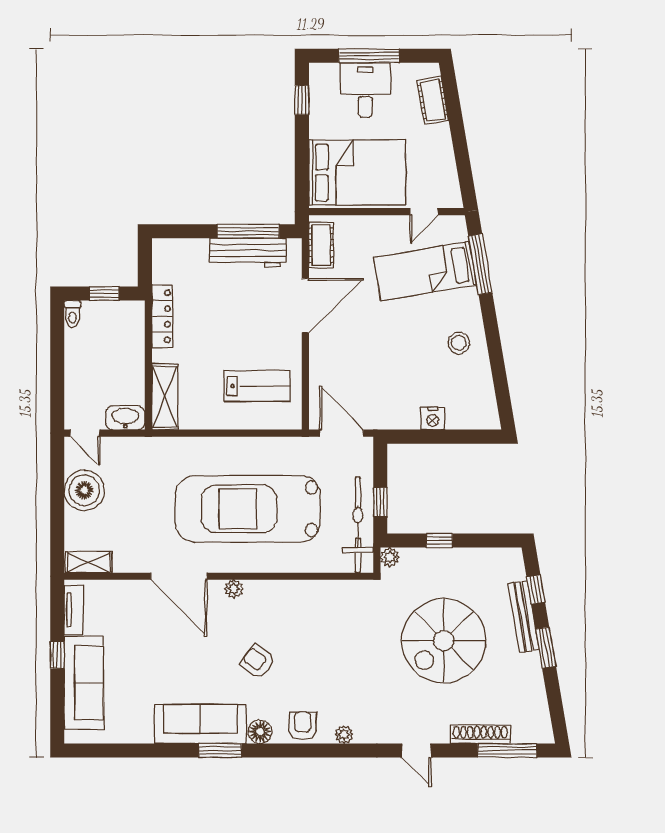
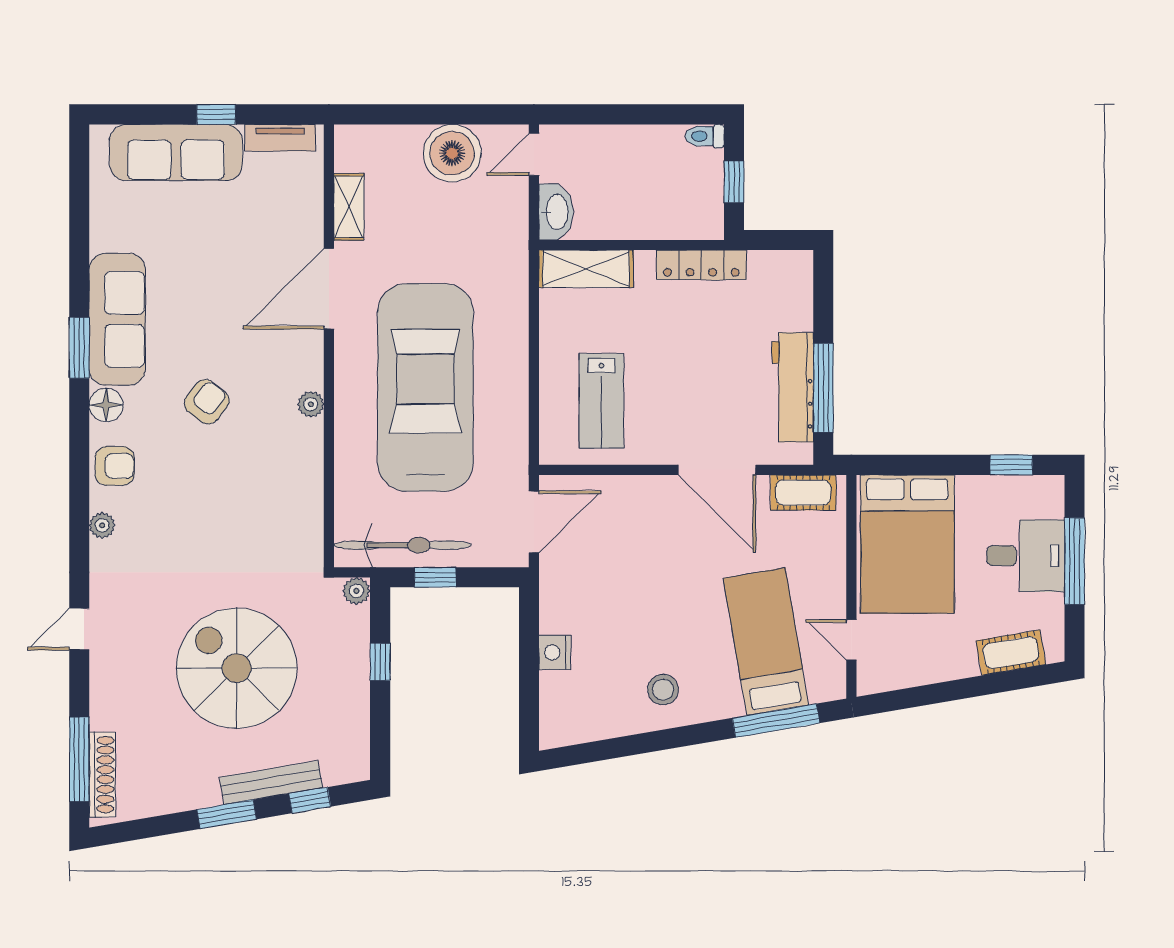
shelving: (89, 562) -> (349, 207), moved
plant: (234, 589) -> (311, 404), moved
shoe rack: (480, 734) -> (102, 775), moved

